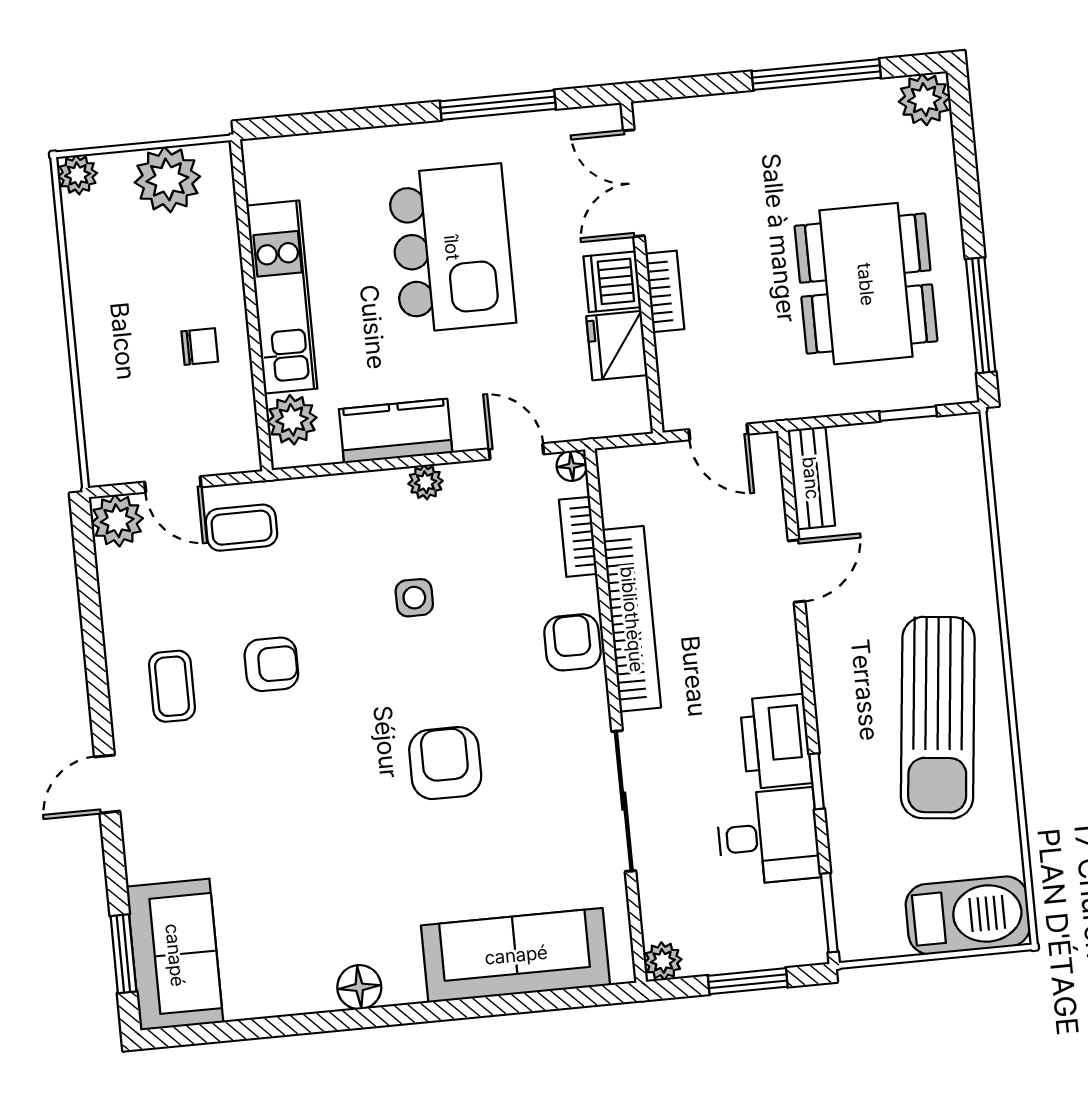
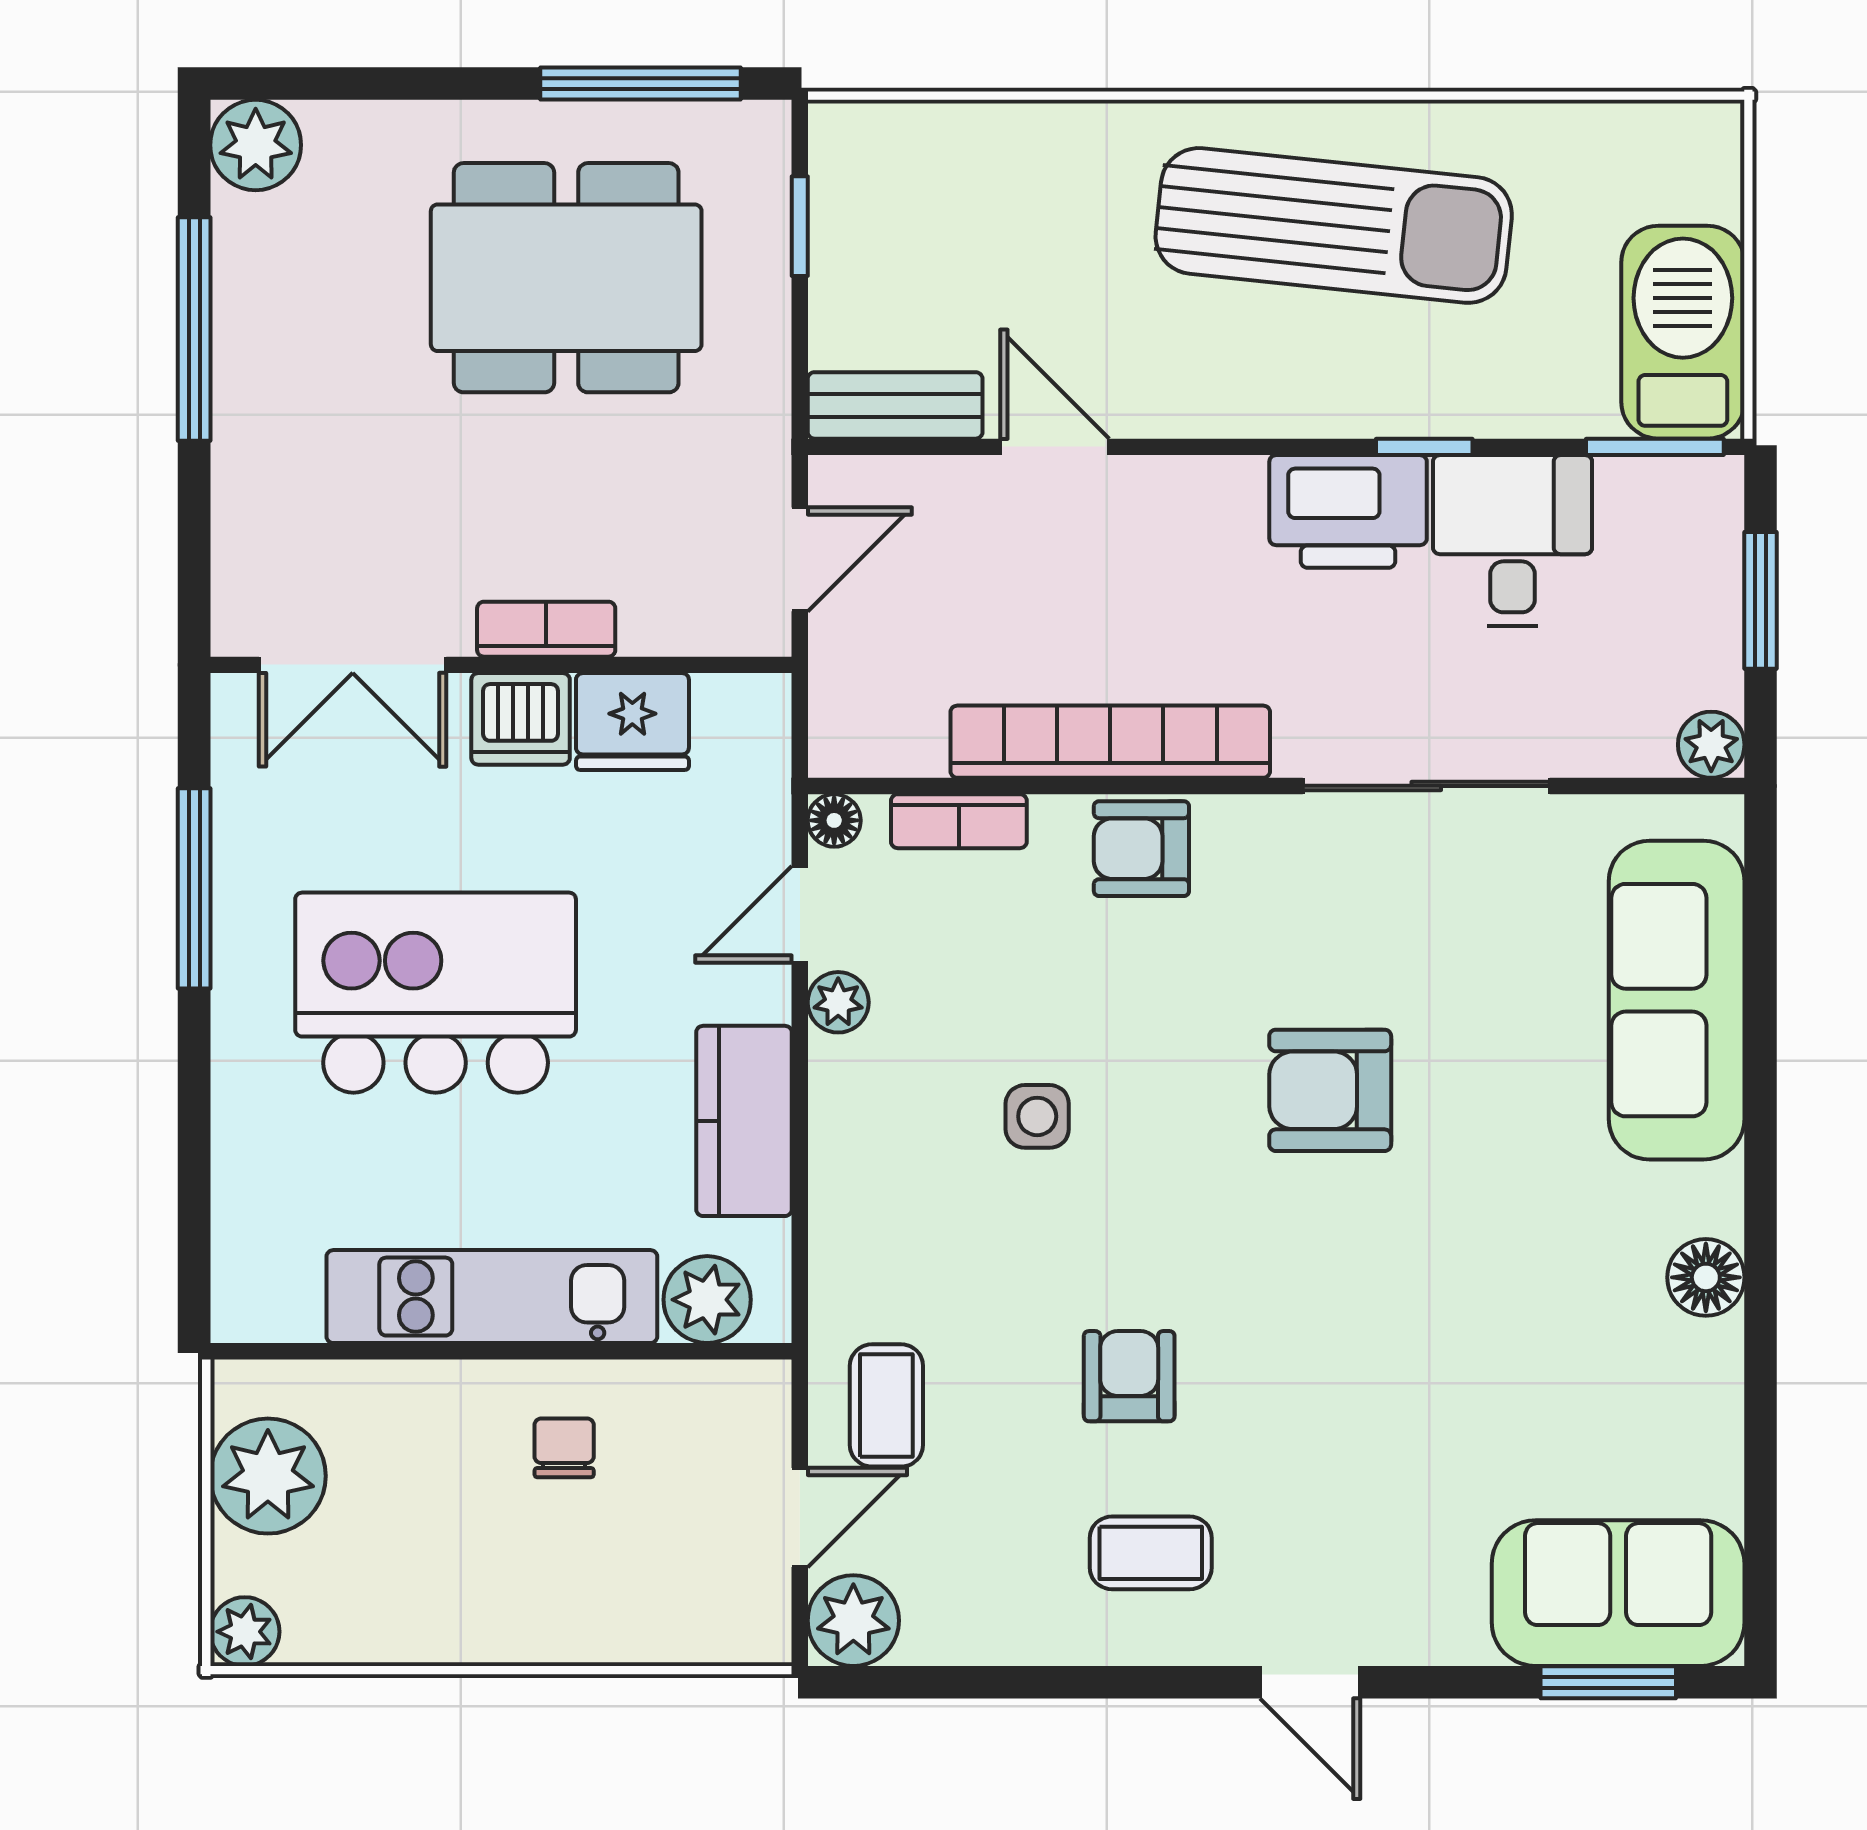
plant: (426, 482) -> (838, 1002), moved
barbecue: (968, 915) -> (1683, 332), moved

